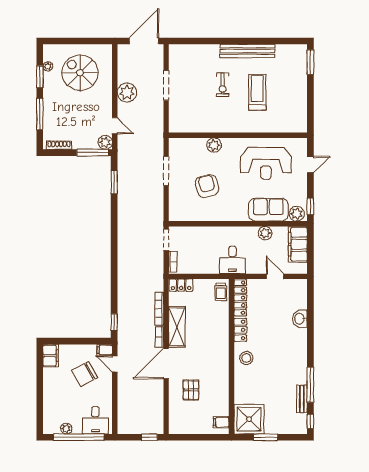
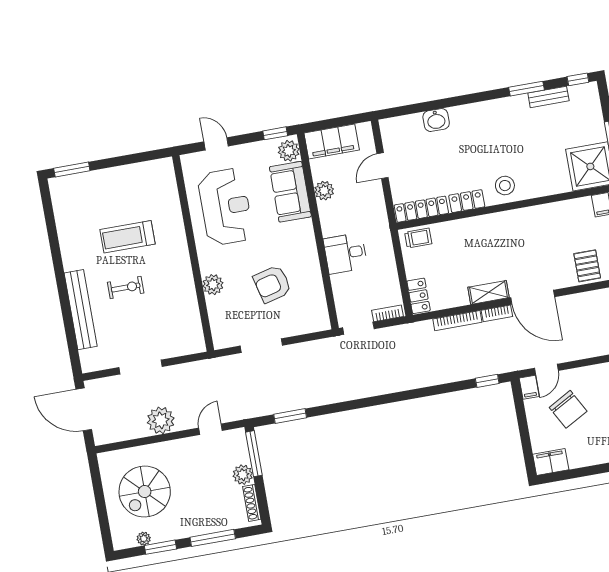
bench: (247, 51) -> (81, 310), moved
plant: (105, 142) -> (243, 475), moved
desk: (233, 260) -> (345, 253), moved, turned 180
shelving: (177, 327) -> (489, 292), width x0.67, depth x0.75
window: (310, 385) -> (526, 89), width x0.69
pallet: (191, 390) -> (587, 266), moved, turned 90

